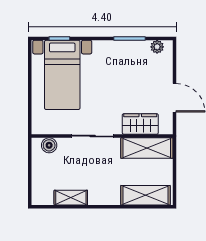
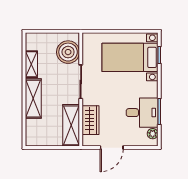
desk: (131, 60) -> (142, 113), added
boiler: (49, 145) -> (68, 52), width x1.86, depth x1.86
shelving: (145, 195) -> (33, 99), moved

